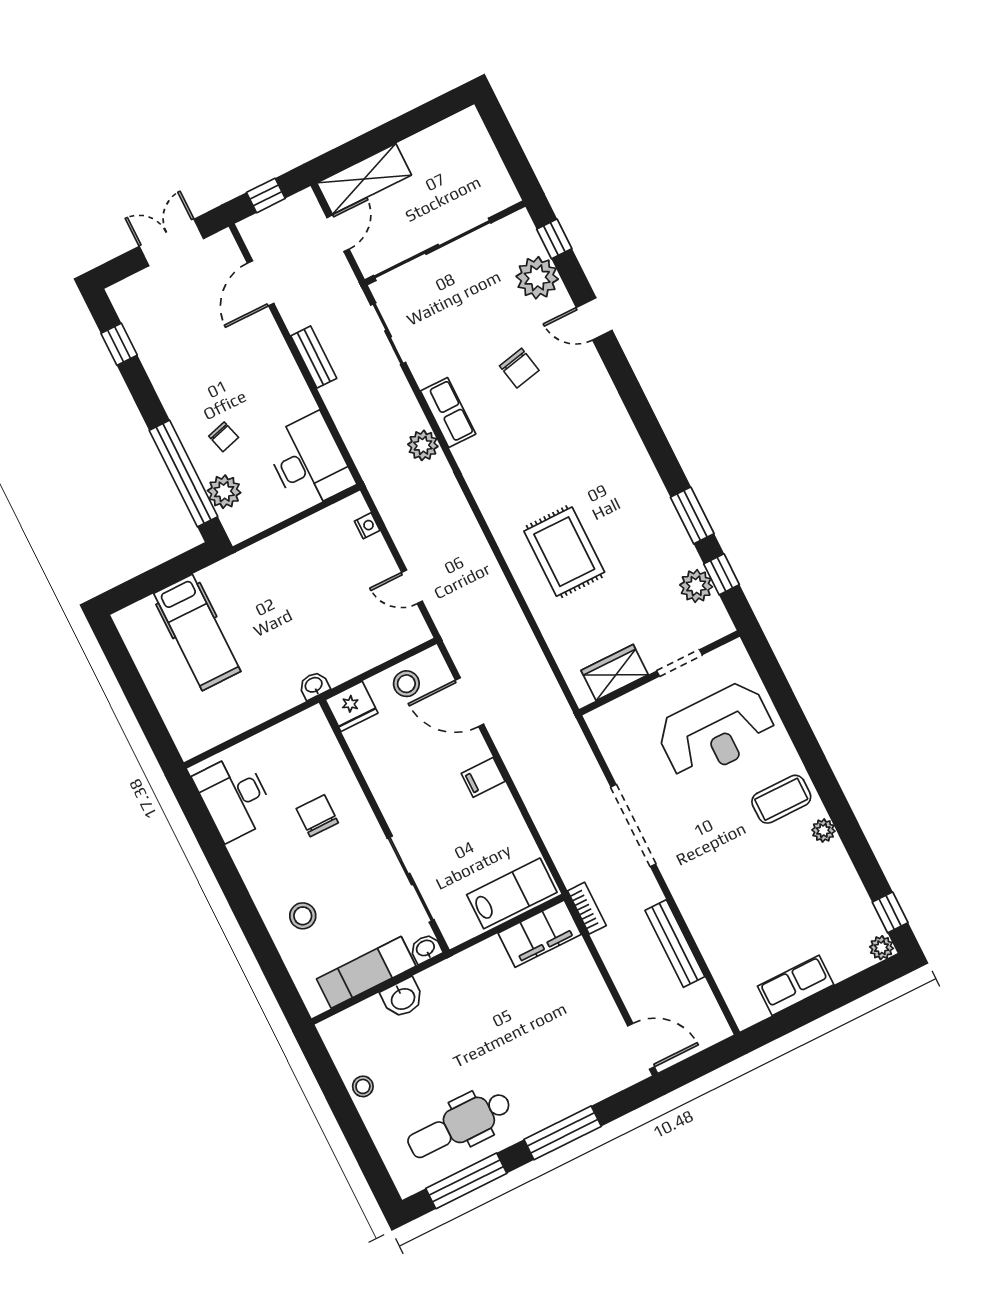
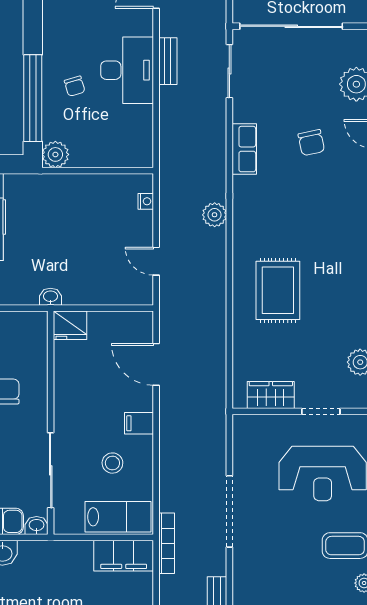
plant: (423, 445) -> (215, 215), moved
desk: (309, 462) -> (127, 70), moved
plant: (224, 492) -> (55, 154), moved
stool: (406, 684) -> (112, 463), moved
bookcase: (587, 908) -> (167, 543), width x1.56

